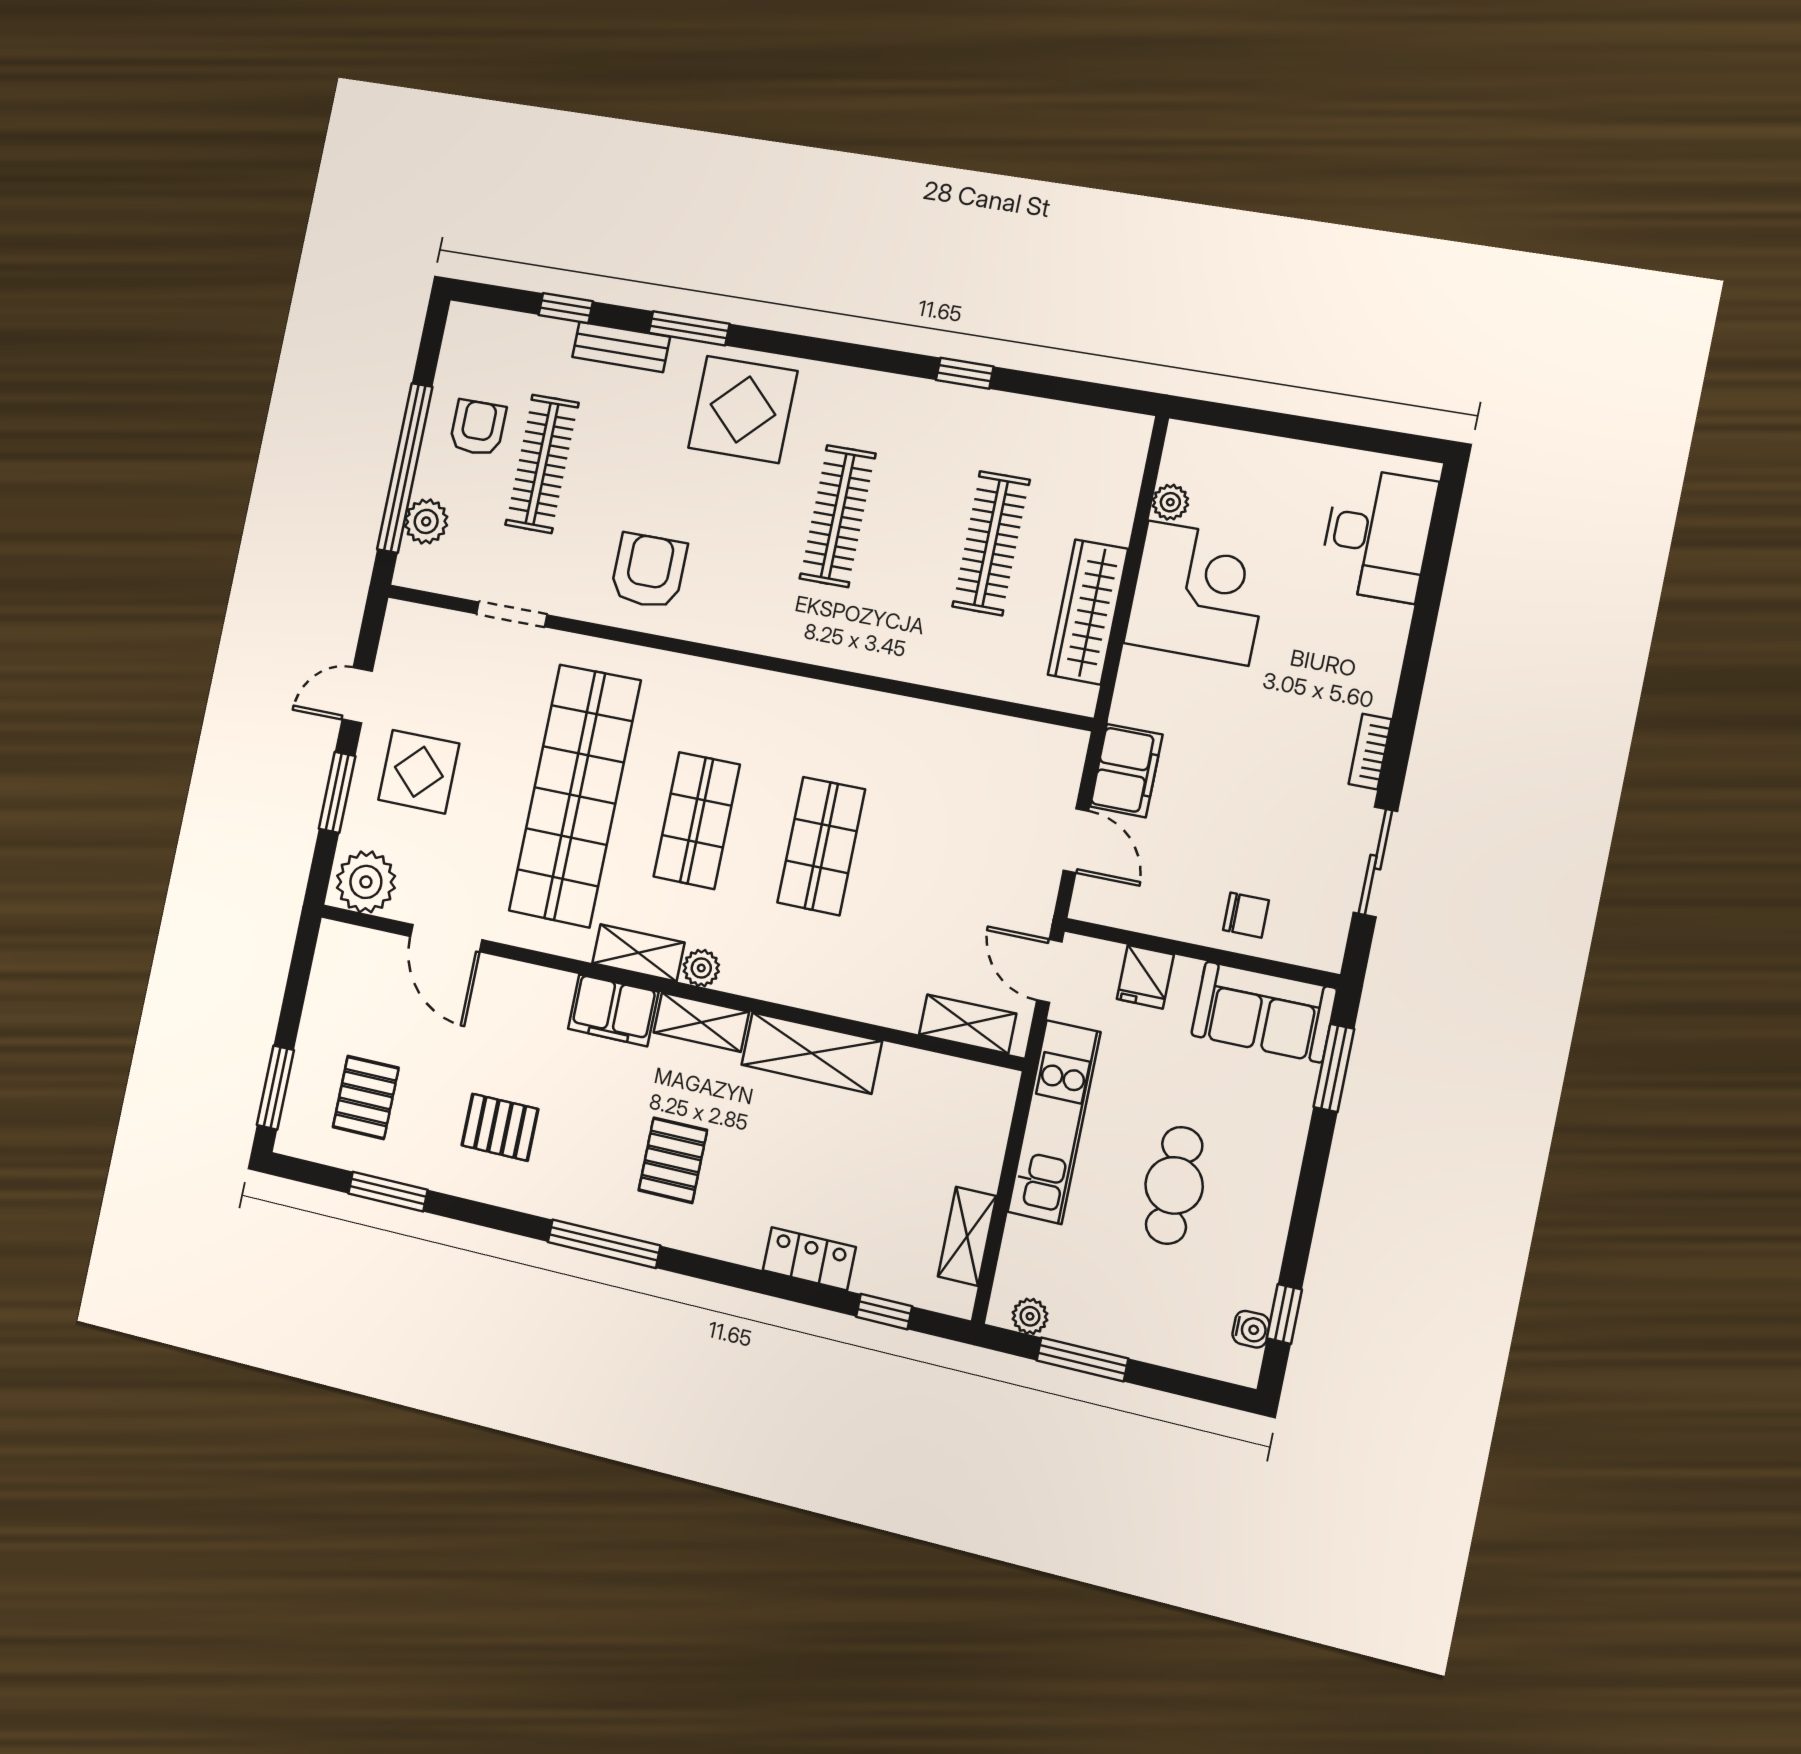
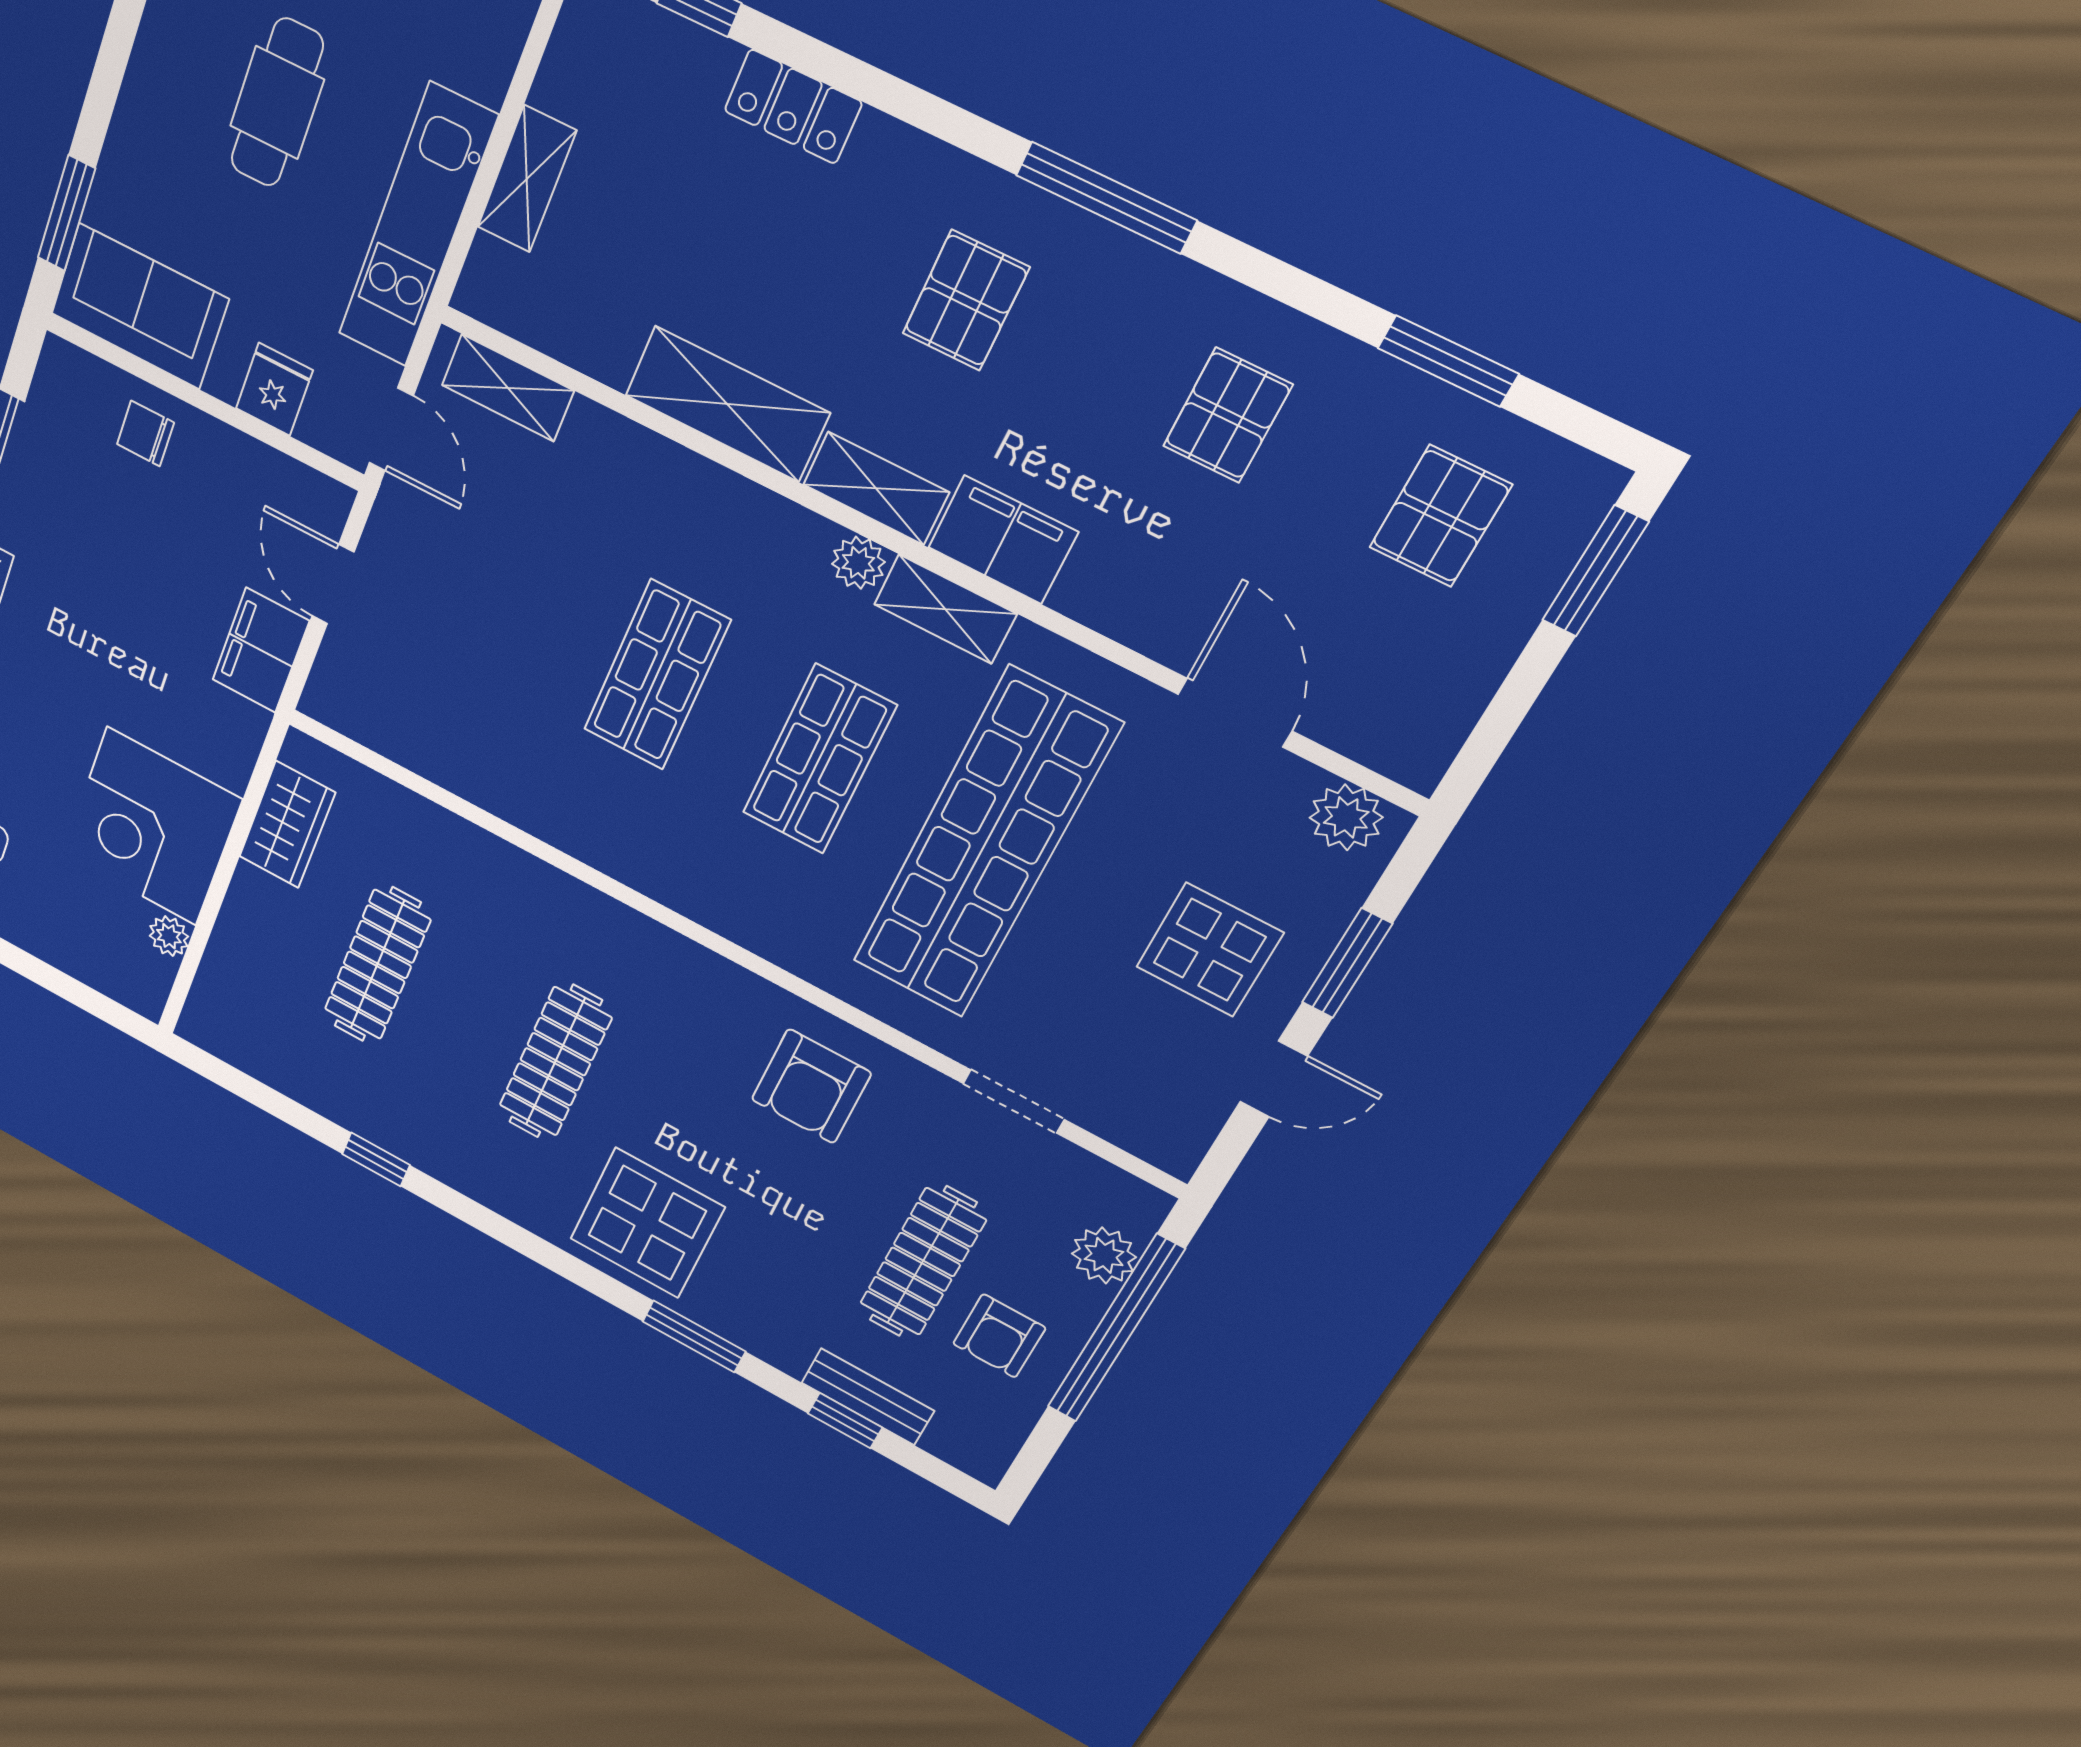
bench: (621, 347) -> (868, 1397), moved
wardrobe: (1088, 612) -> (287, 825), width x0.67
plant: (366, 882) -> (1346, 817), width x0.73, depth x0.73
pallet: (500, 1127) -> (1227, 415), turned 90
shelving: (967, 1236) -> (527, 179), moved

